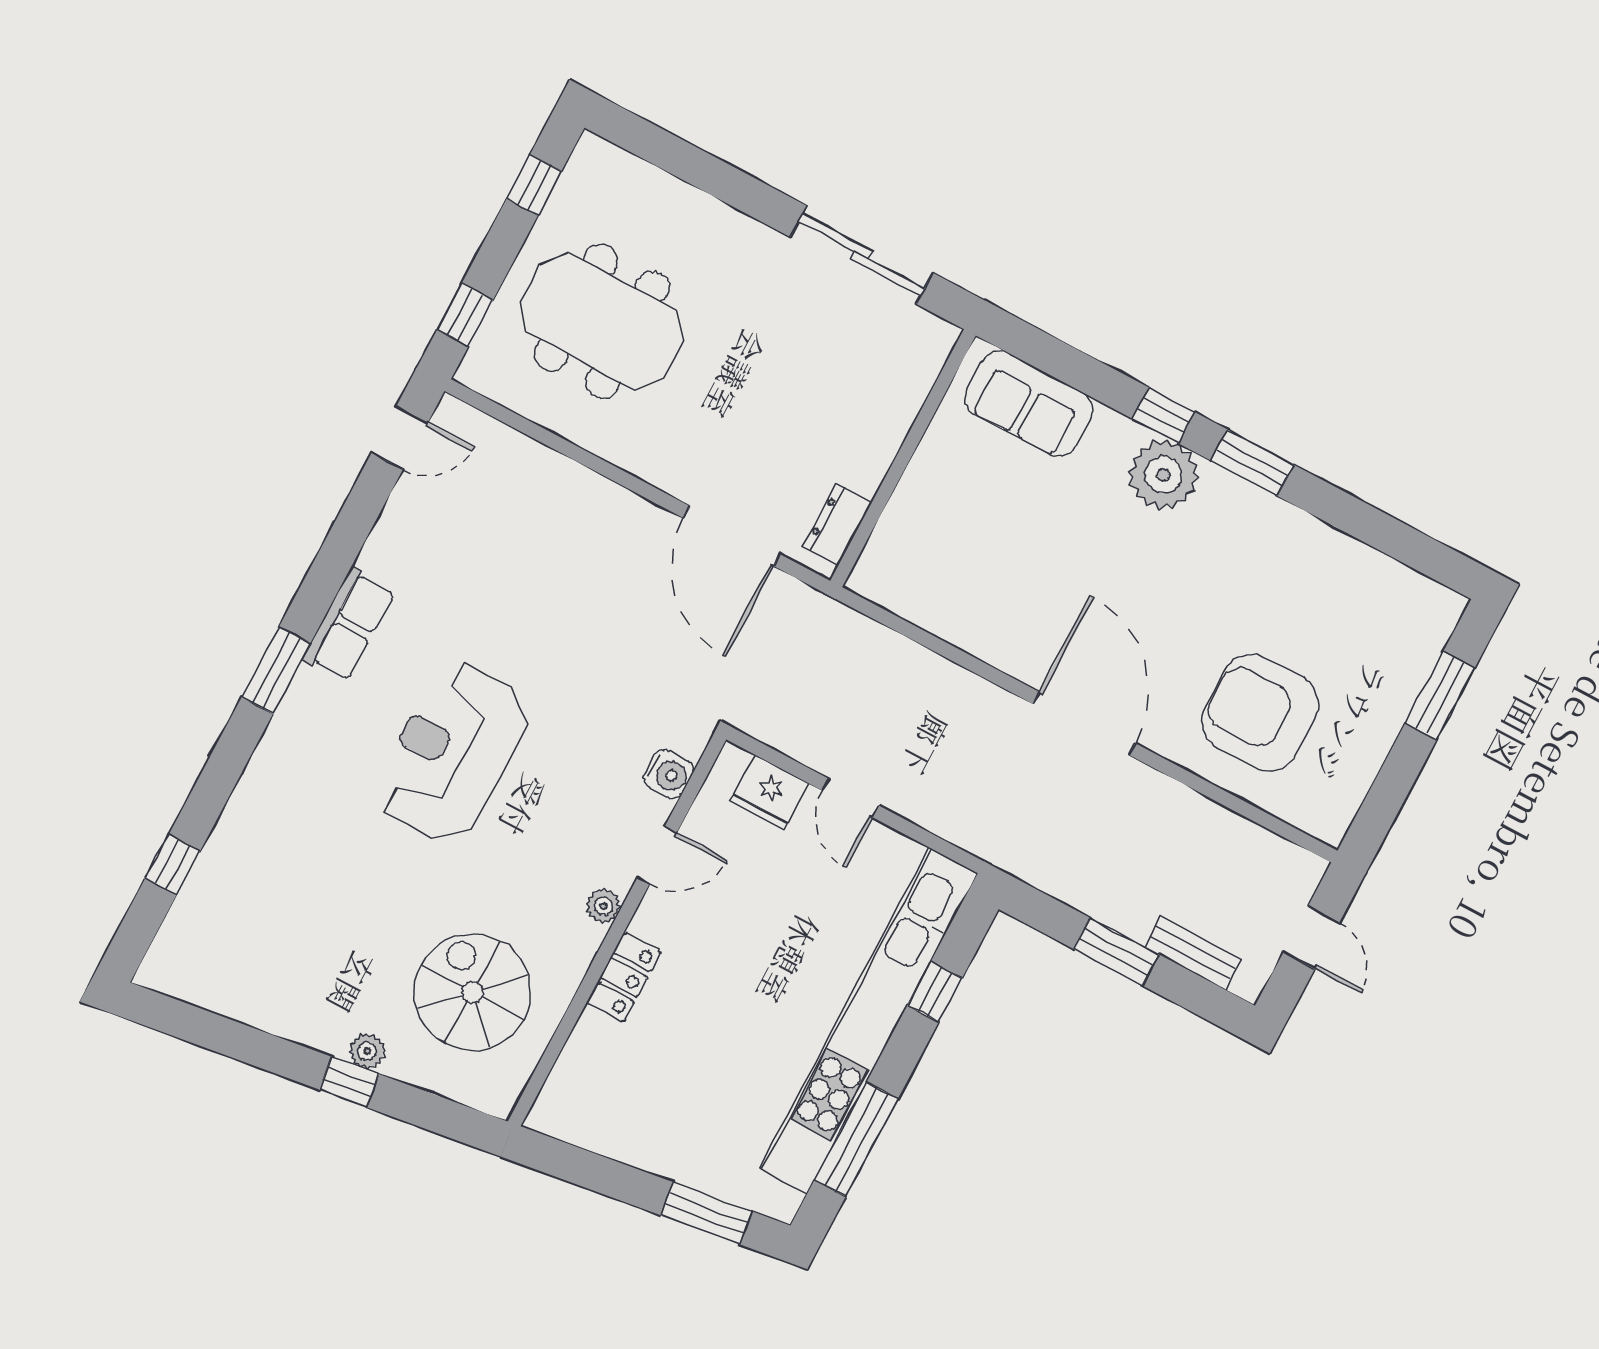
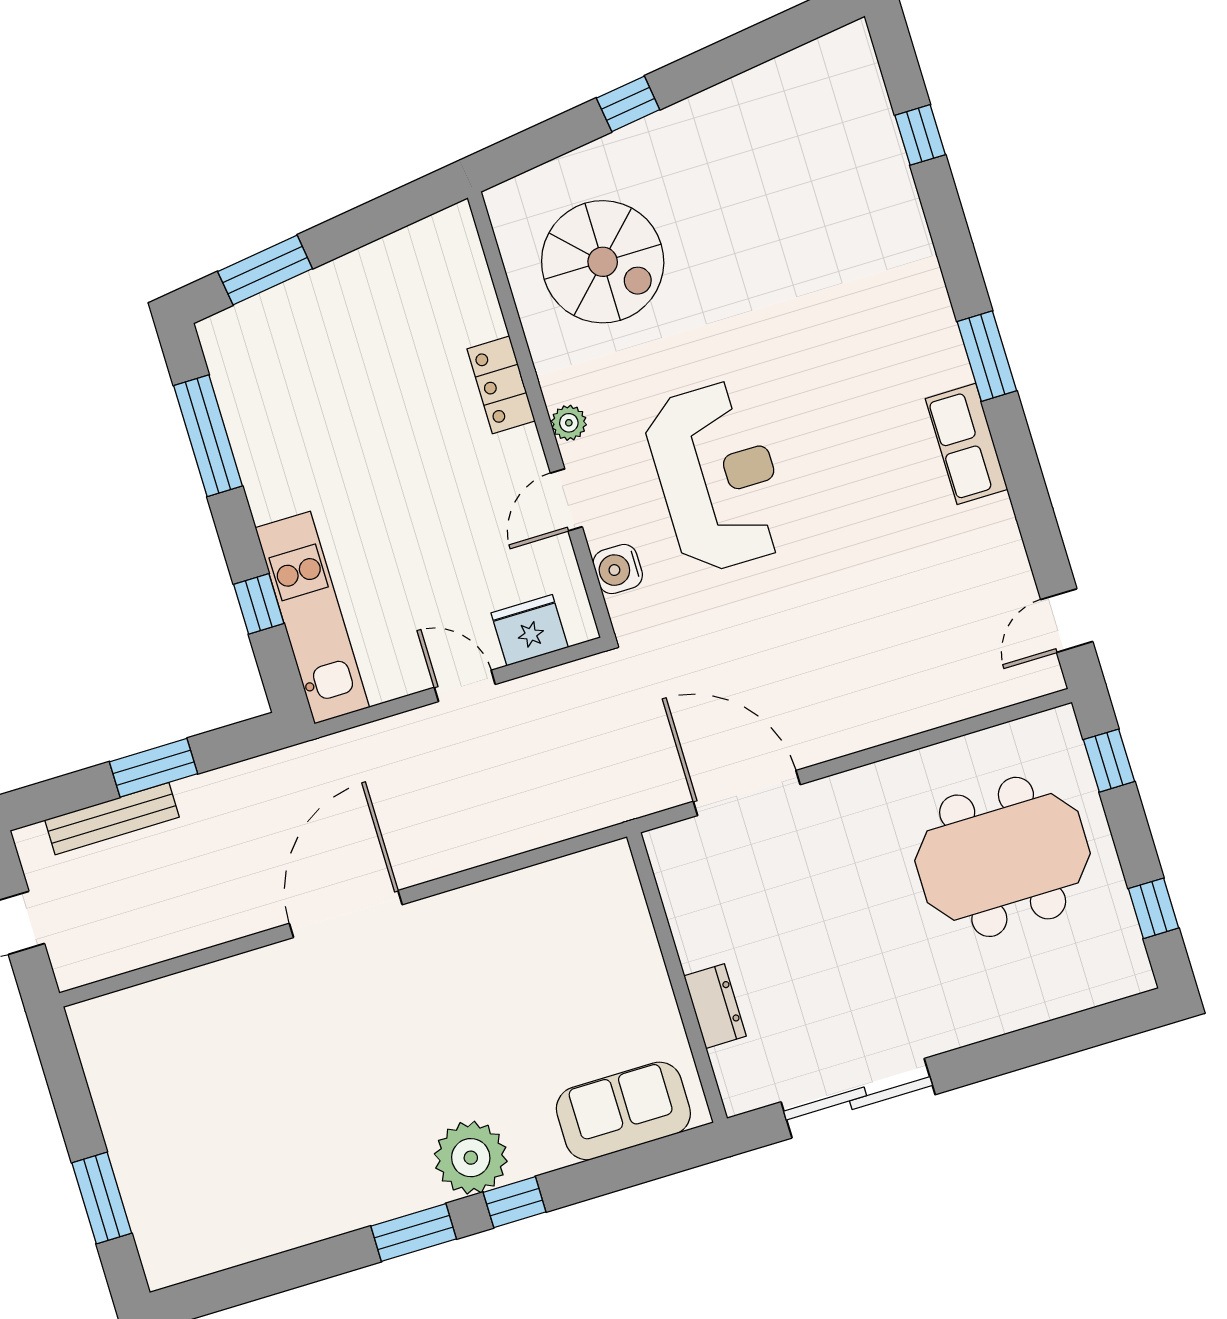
dresser: (837, 524) -> (715, 1006), moved
armchair: (1260, 713) -> (223, 1052), removed
door: (1084, 724) -> (346, 914), swing flipped
reception desk: (452, 752) -> (717, 477), moved
bench: (1193, 953) -> (112, 819), width x1.36
kitchen unit: (868, 1021) -> (312, 618), width x0.54
plant: (367, 1051) -> (638, 140), removed

